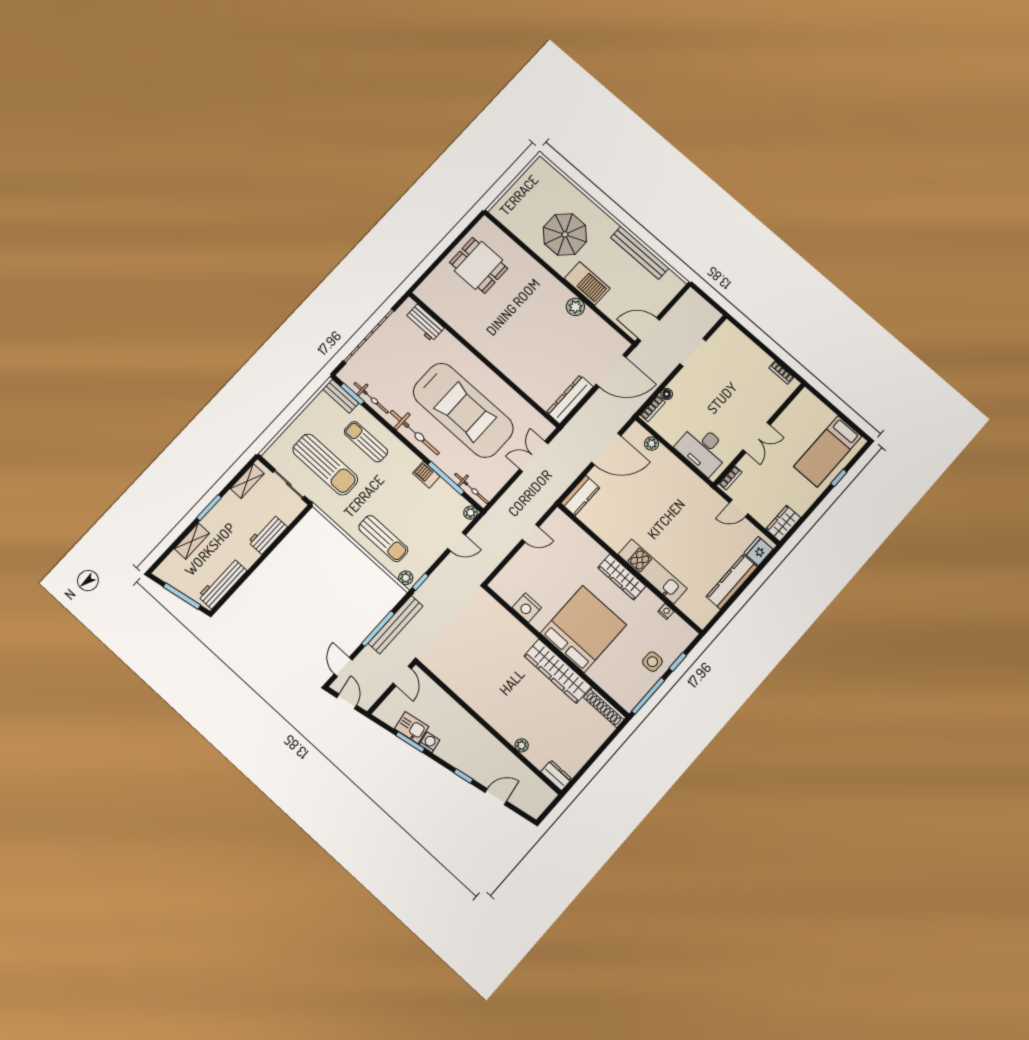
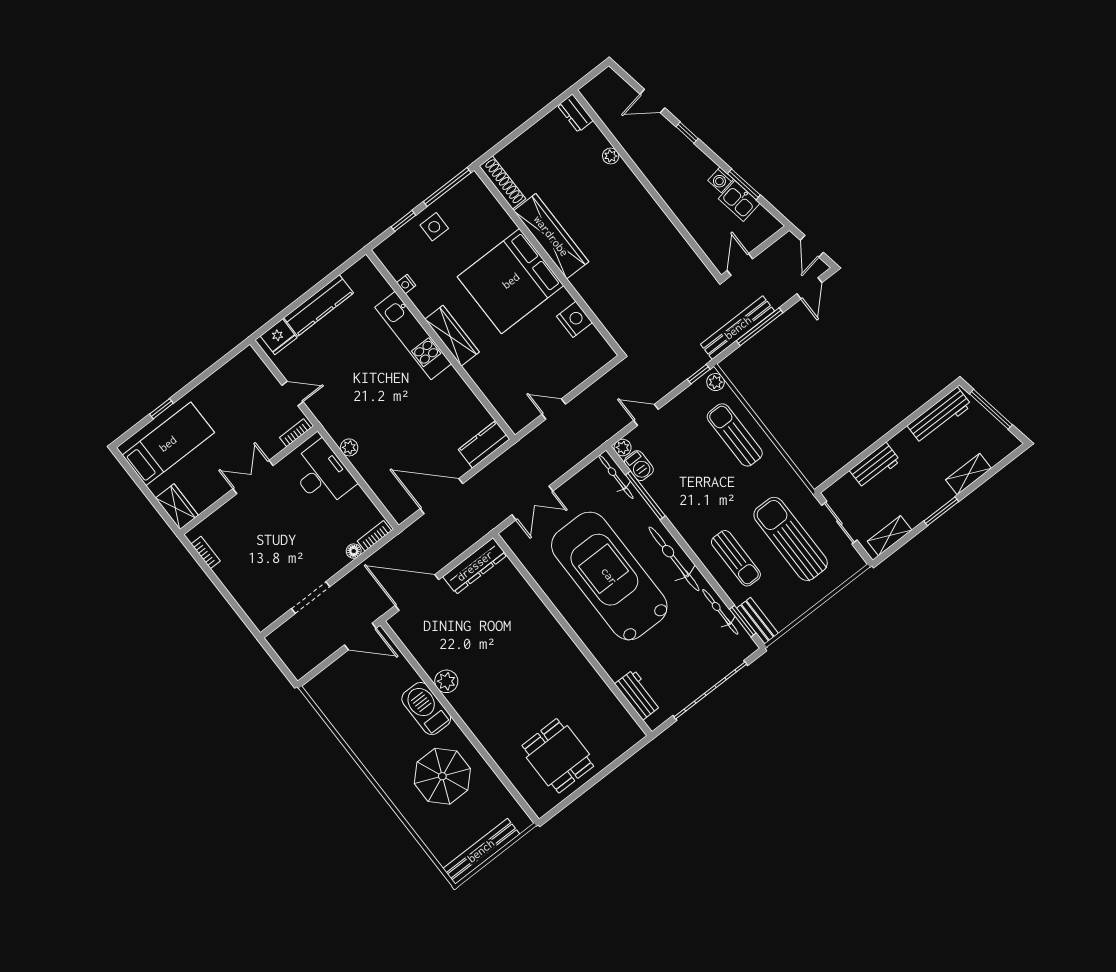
bench: (640, 253) -> (481, 851), moved, turned 90
plant: (652, 444) -> (349, 447), moved
barbecue: (426, 475) -> (639, 466), moved
wardrobe: (783, 523) -> (177, 507), moved, turned -90

